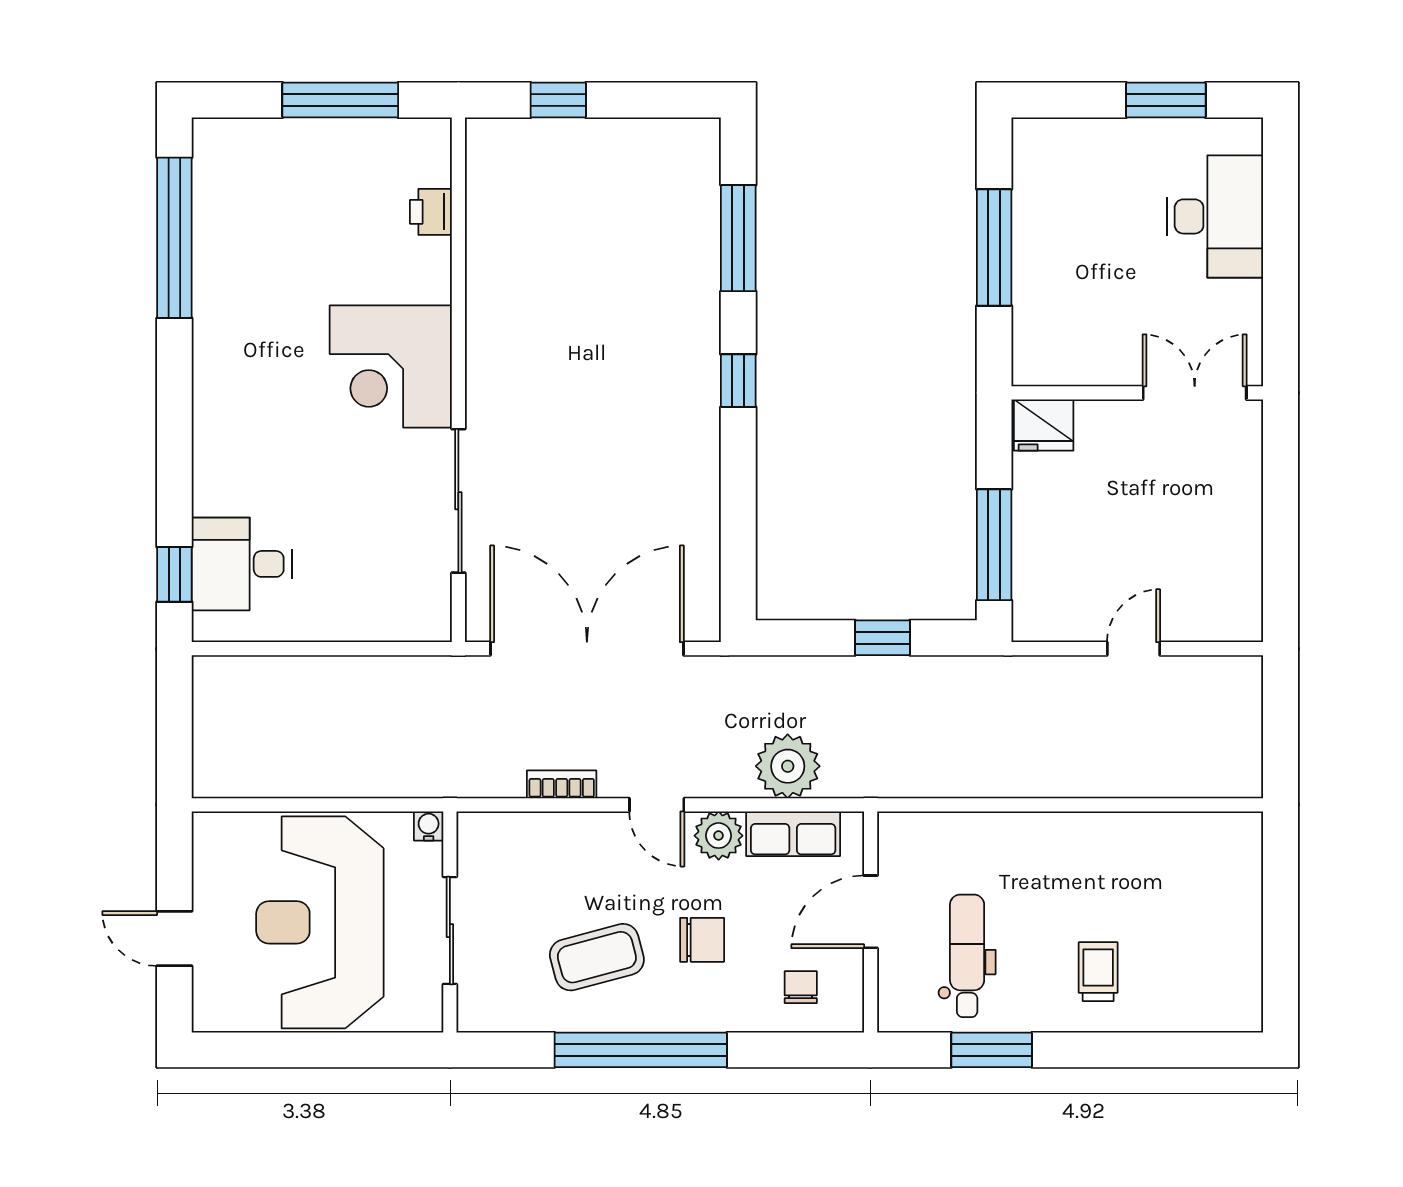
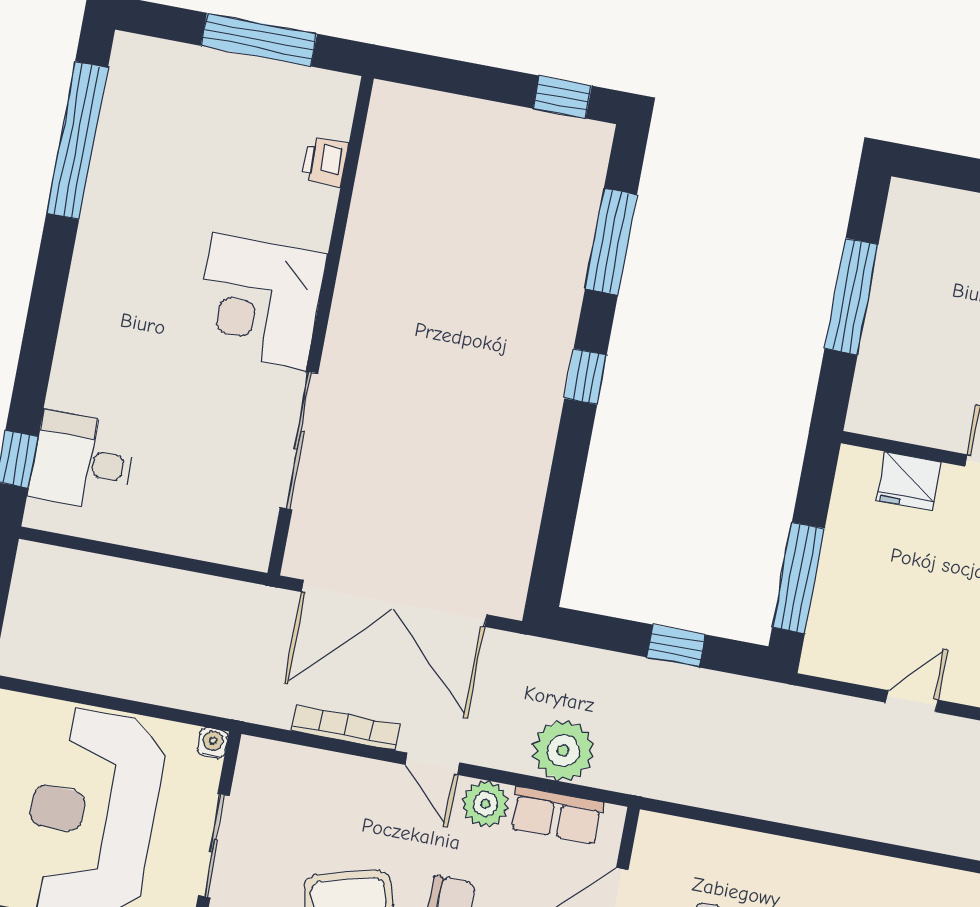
window: (558, 100) -> (562, 97), moved
fridge: (1044, 425) -> (909, 481), moved
double door: (587, 649) -> (394, 603), swing flipped
bookcase: (562, 784) -> (346, 727), width x1.56

